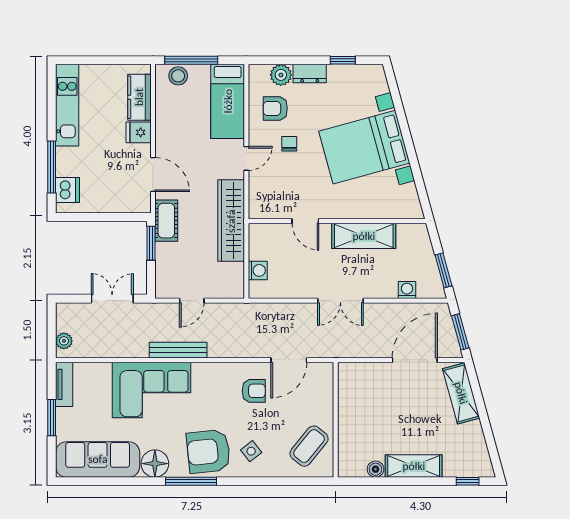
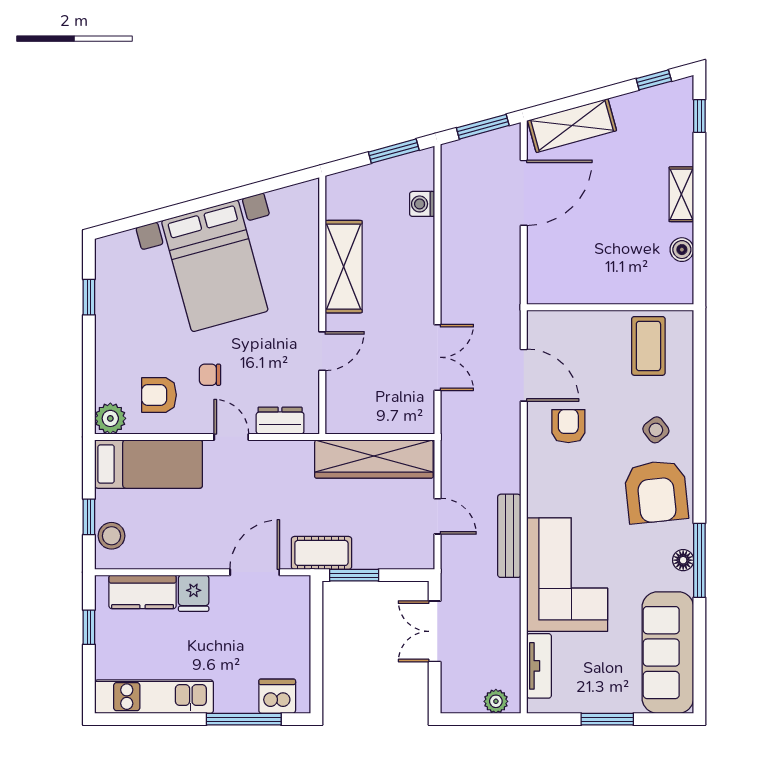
window: (115, 60) -> (89, 627), added
window: (191, 60) -> (89, 517), width x0.46
dresser: (310, 73) -> (280, 421), moved, turned -90
plant: (281, 75) -> (110, 418), moved
armchair: (275, 109) -> (159, 395), turned 90
wardrobe: (231, 221) -> (374, 459), moved
washing machine: (258, 270) -> (394, 420), removed
double door: (340, 301) -> (437, 357), moved
door: (415, 360) -> (524, 193), swing flipped
tv unit: (64, 384) -> (539, 666), moved, turned 90
coffee table: (309, 446) -> (648, 346), turned 51
window: (493, 450) -> (654, 80), added
floor lamp: (155, 464) -> (683, 560), width x0.53, depth x0.53
shelving: (414, 466) -> (681, 194), width x0.67, depth x0.75
window: (191, 481) -> (699, 560), moved

